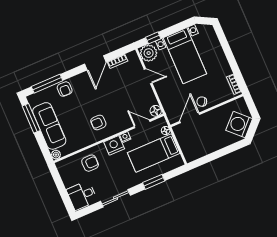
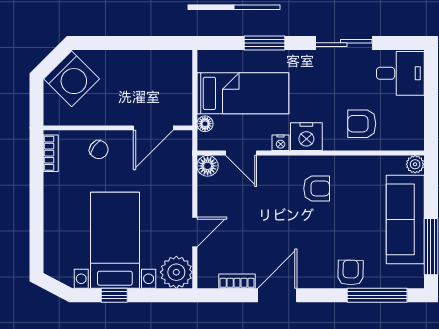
window: (153, 38) -> (114, 295), moved
door: (148, 76) -> (195, 232), swing flipped
chair: (202, 102) -> (99, 150), moved

